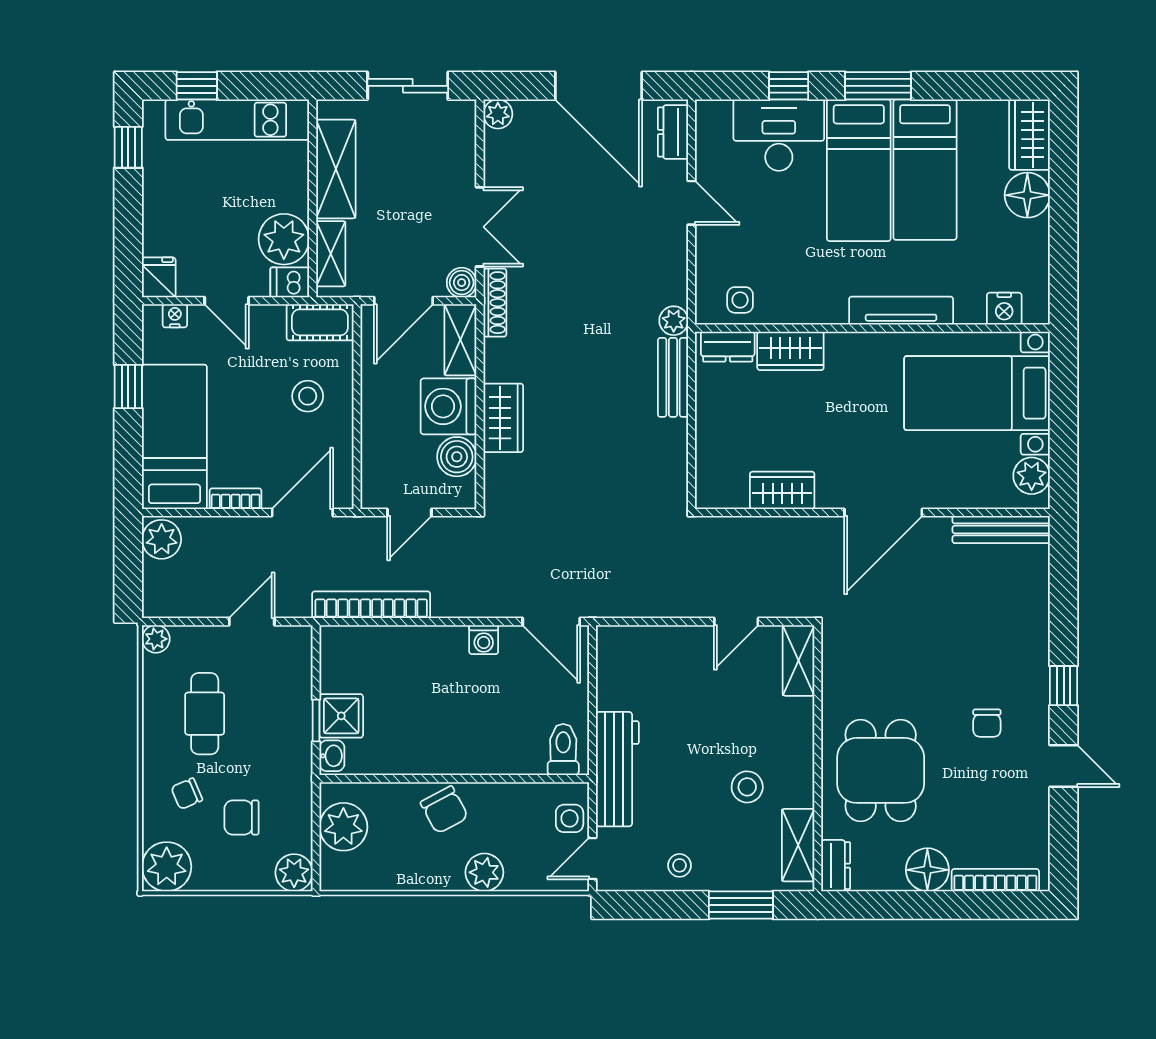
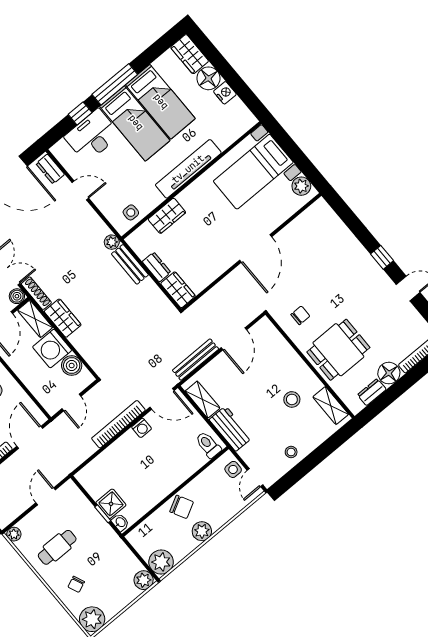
window: (878, 86) -> (115, 84), width x1.44
nightstand: (1004, 309) -> (225, 93), moved, turned -90
tv unit: (901, 311) -> (188, 169), width x1.36, depth x1.29
dresser: (728, 347) -> (157, 267), moved, turned -90
wardrobe: (503, 418) -> (63, 318), moved
wardrobe: (782, 490) -> (178, 290), moved, turned 90
bench: (1001, 529) -> (196, 360), moved
bookcase: (371, 605) -> (118, 424), moved
door: (736, 622) -> (234, 339), width x1.38
shelving: (798, 660) -> (203, 400), moved
cafe table: (205, 714) -> (57, 547), turned 90
chair: (987, 723) -> (300, 315), moved, turned -90
workbench: (617, 769) -> (231, 429), width x0.73
dining table: (881, 770) -> (338, 350), turned 90
chair: (242, 818) -> (105, 576), removed
plant: (343, 827) -> (161, 562), moved
dresser: (836, 866) -> (372, 392), moved, turned -90
plant: (484, 872) -> (202, 531), moved
window: (741, 905) -> (328, 447), removed

